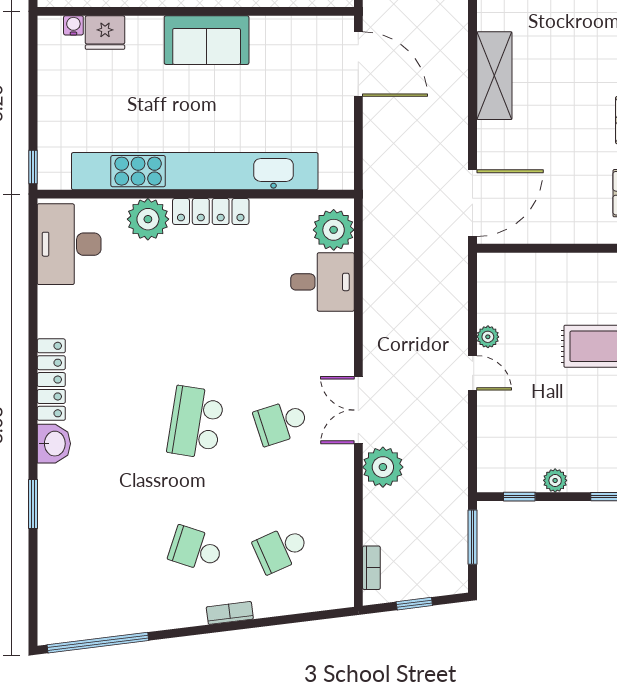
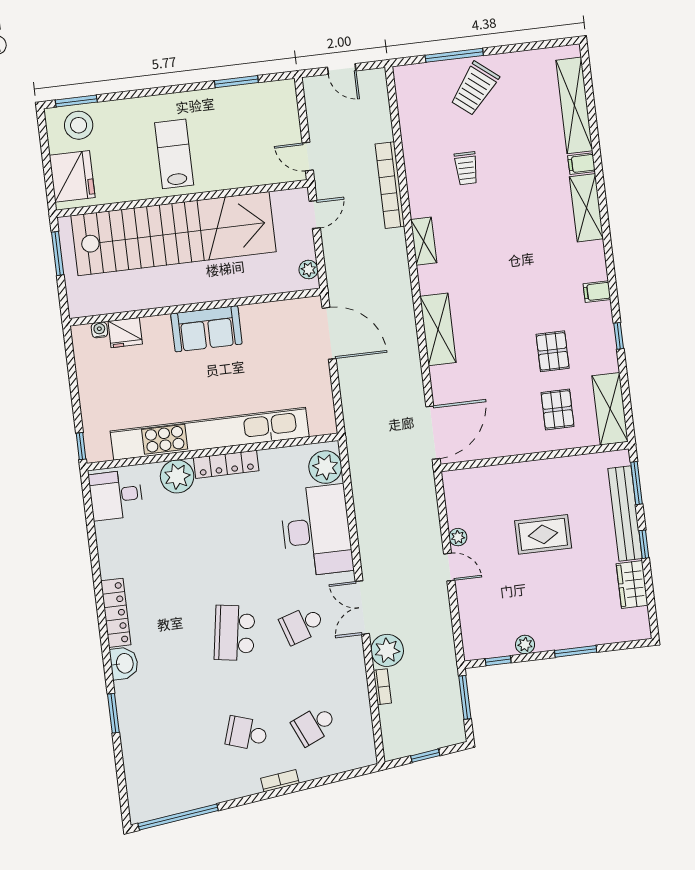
desk: (69, 244) -> (116, 495), width x0.73
desk: (322, 282) -> (316, 531), width x1.87, depth x1.30
bookcase: (371, 568) -> (382, 687), moved

